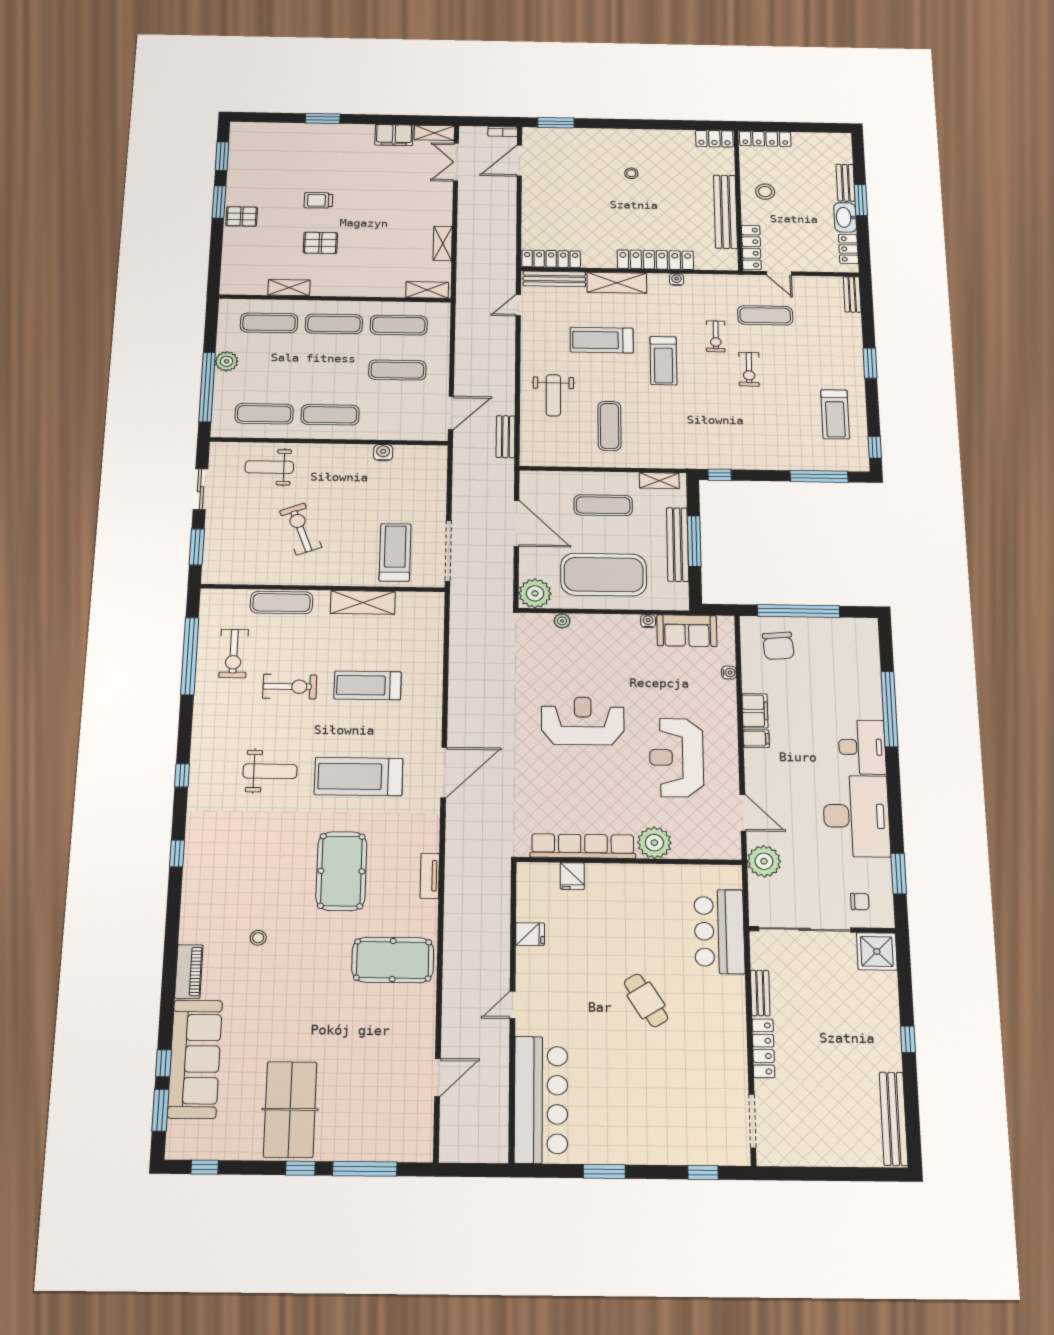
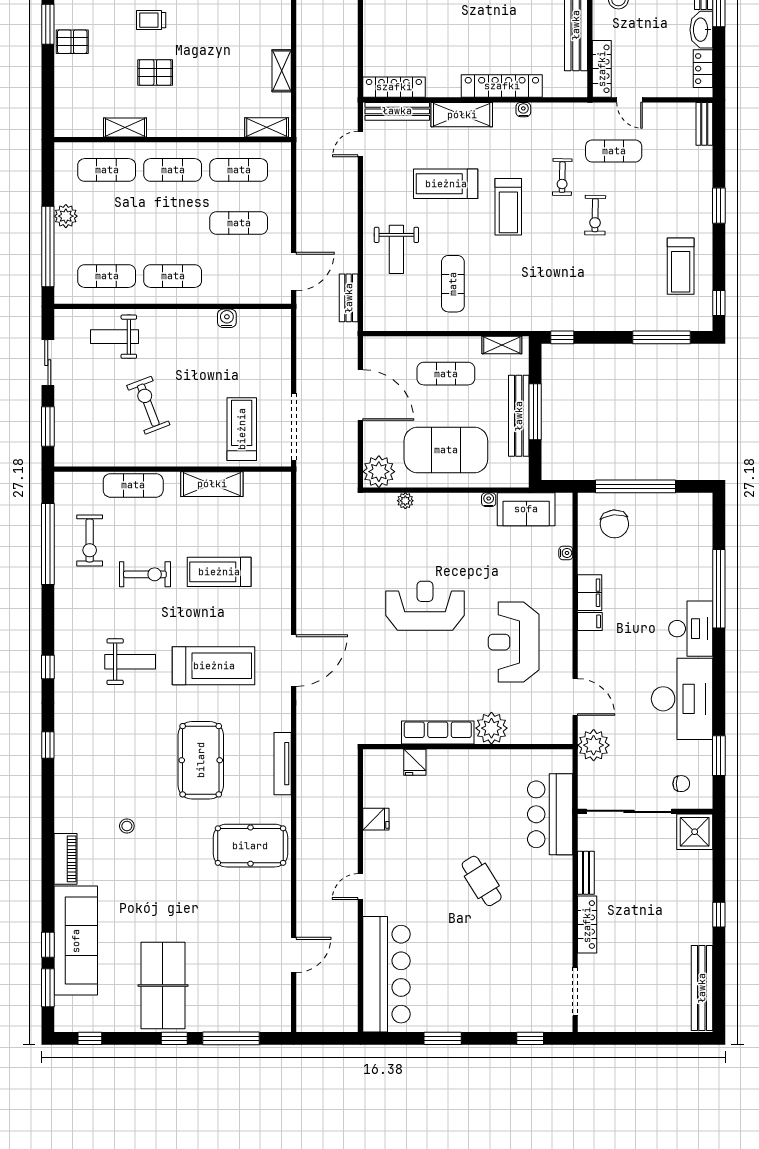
treadmill: (359, 776) -> (214, 666), turned 180
row of seats: (583, 846) -> (438, 732), width x0.73
tv unit: (430, 876) -> (283, 764), width x1.41

